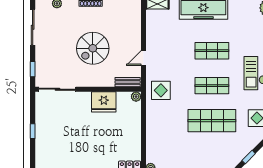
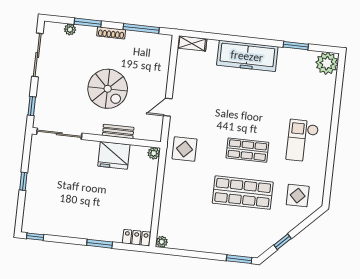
spiral stairs: (93, 48) -> (108, 89), turned -90
shop shelf: (212, 51) -> (252, 108), removed
bench: (128, 82) -> (118, 131), moved

